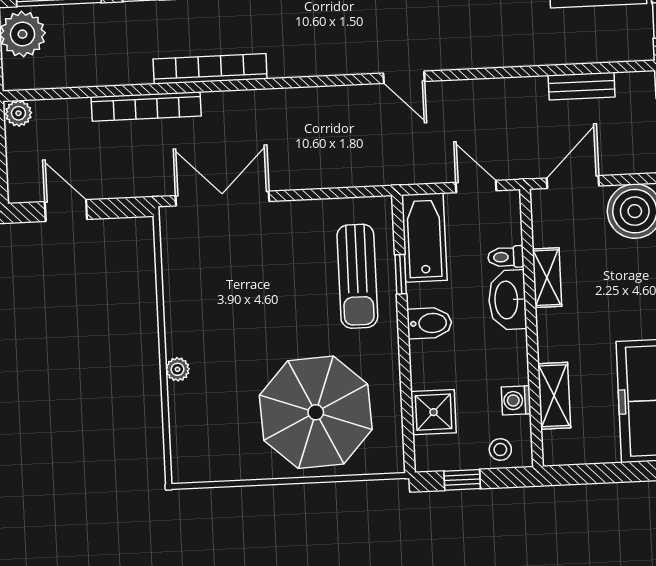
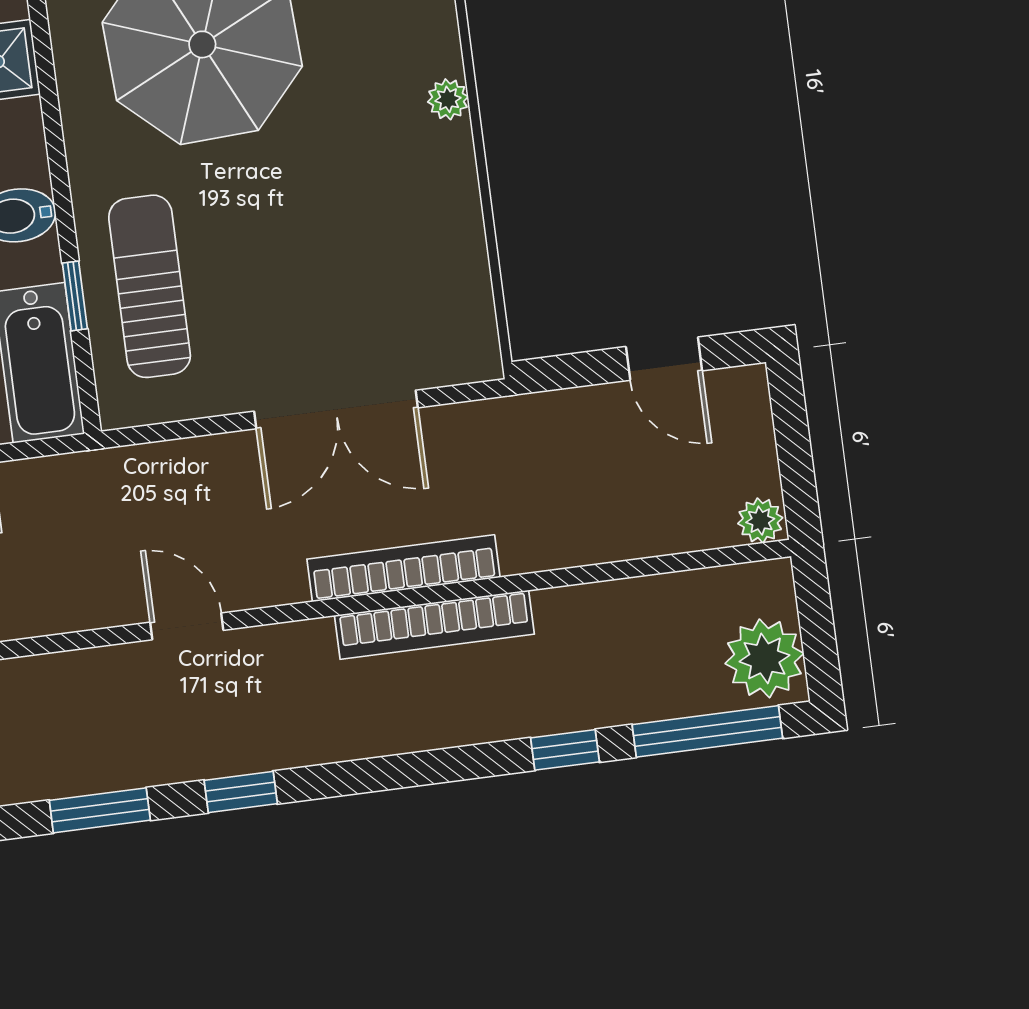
door: (404, 77) -> (187, 626), moved
bookcase: (146, 106) -> (403, 568), moved
double door: (222, 198) -> (336, 409), moved

